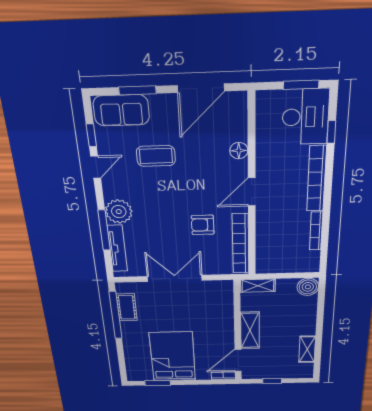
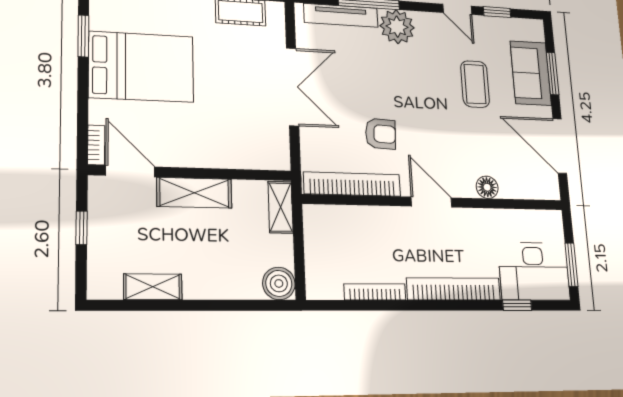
sofa: (121, 110) -> (531, 73), moved
armchair: (203, 225) -> (381, 134), turned 93

